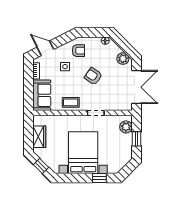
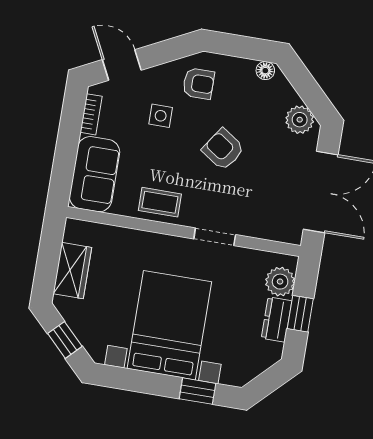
dresser: (127, 143) -> (277, 320), added

